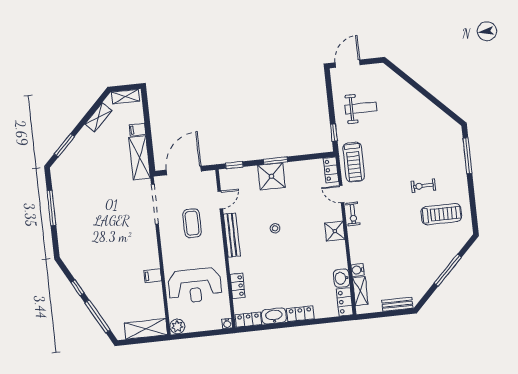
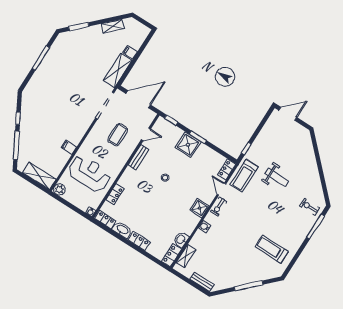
shelving: (125, 97) -> (139, 27), removed
weight bench: (361, 108) -> (277, 177), moved
exercise bike: (423, 186) -> (309, 207), moved
treadmill: (441, 214) -> (272, 249), turned 180
bench: (232, 235) -> (138, 157), width x0.73
water cooler: (358, 270) -> (205, 227), moved
reception desk: (195, 286) -> (90, 173), turned 180

